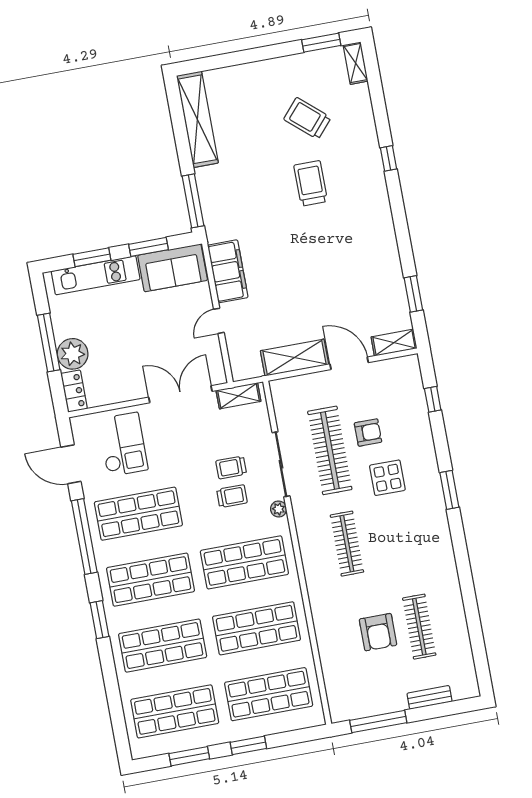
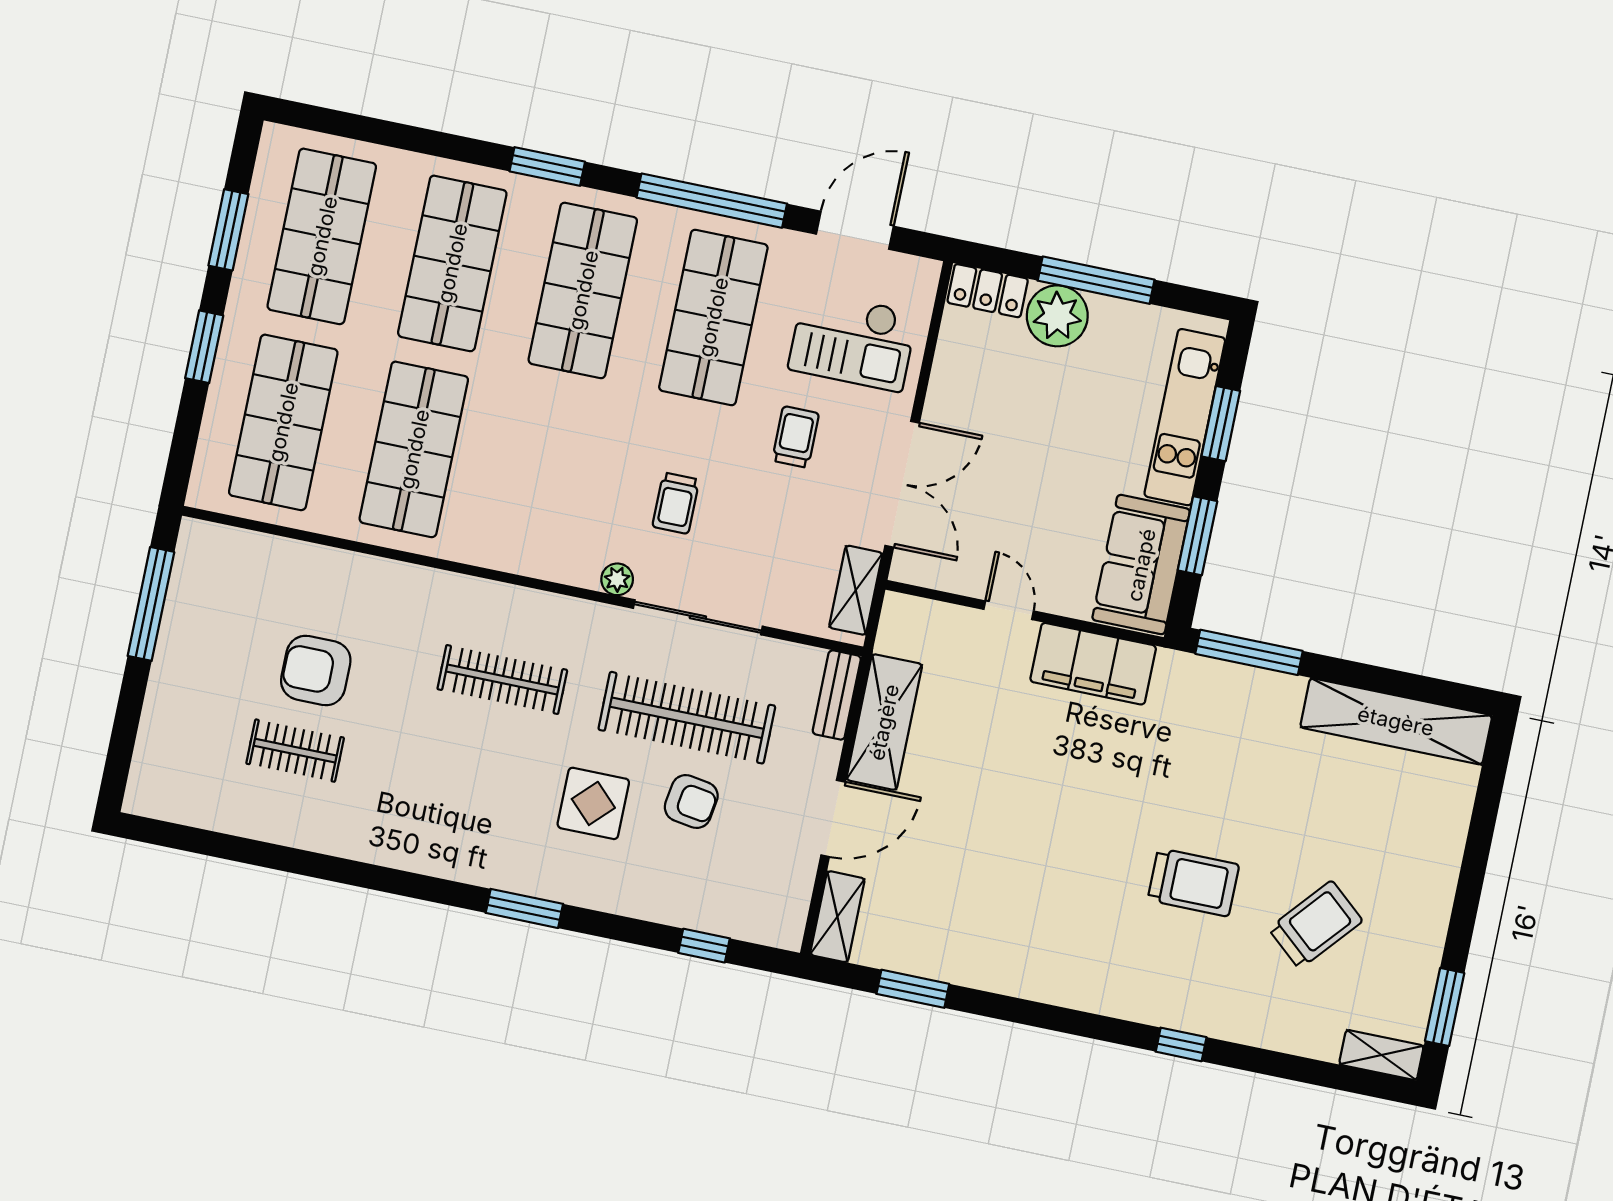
armchair: (368, 432) -> (691, 801), turned -81
trolley: (231, 467) -> (796, 437), moved
shop shelf: (244, 562) -> (544, 476), removed
clothes rail: (419, 627) -> (295, 751), width x0.73
bench: (429, 697) -> (837, 695), moved

